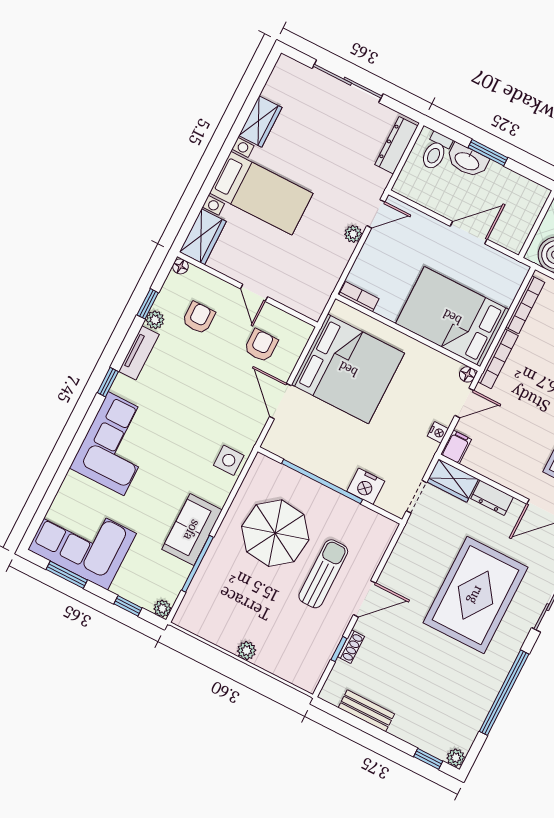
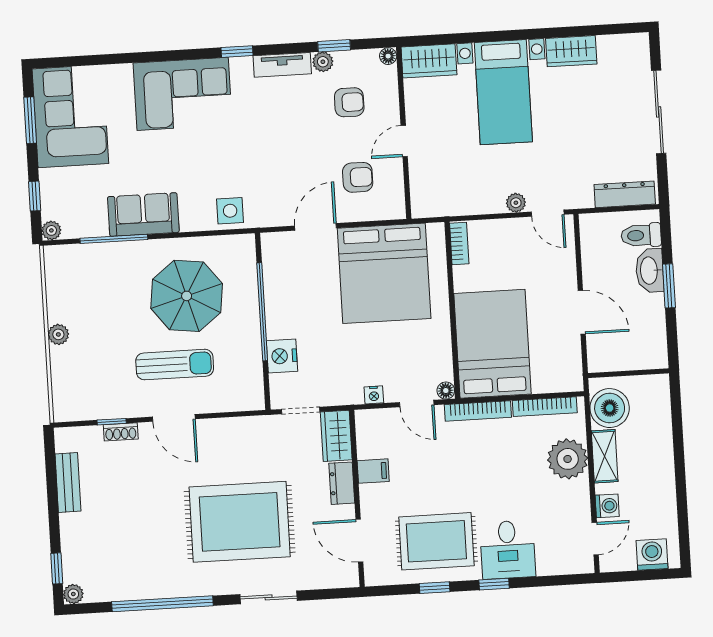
filing cabinet: (456, 447) -> (373, 471), moved

